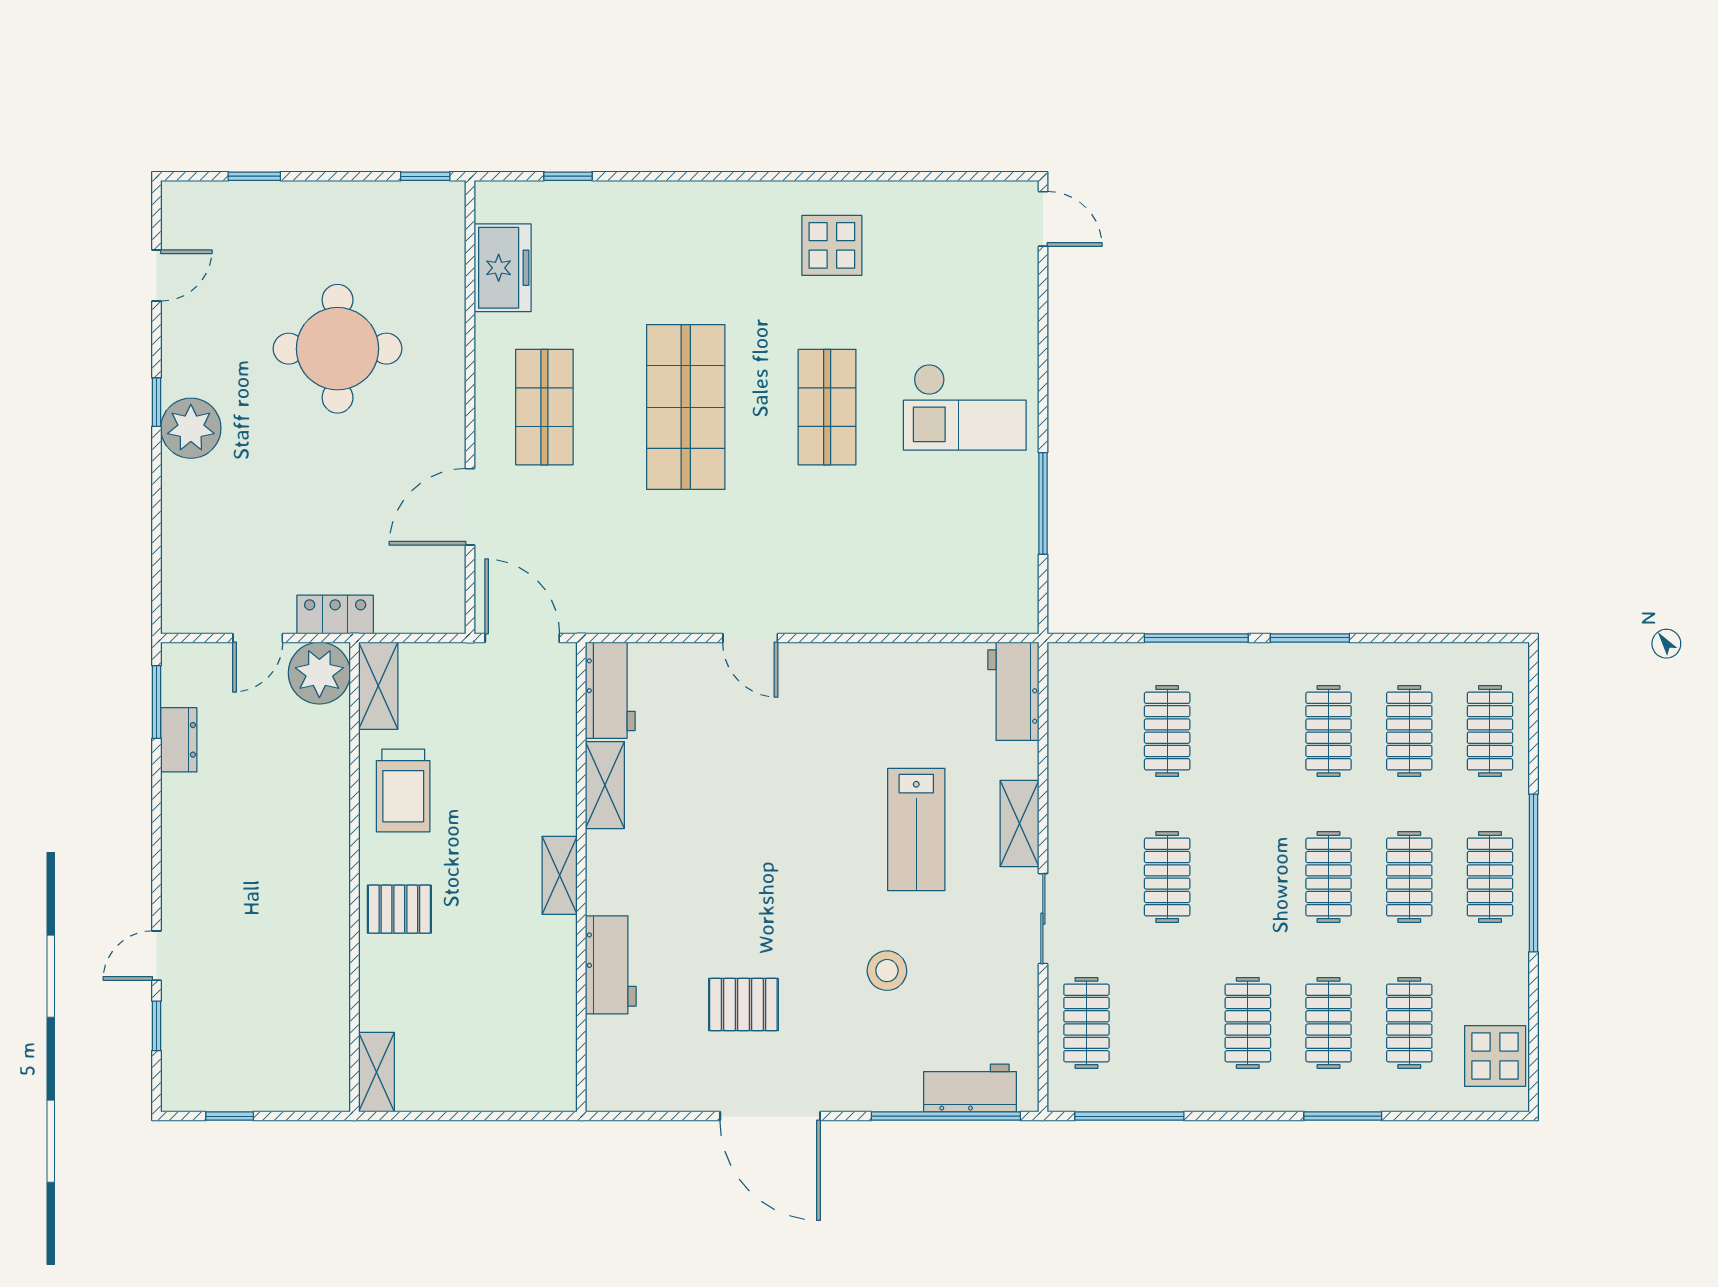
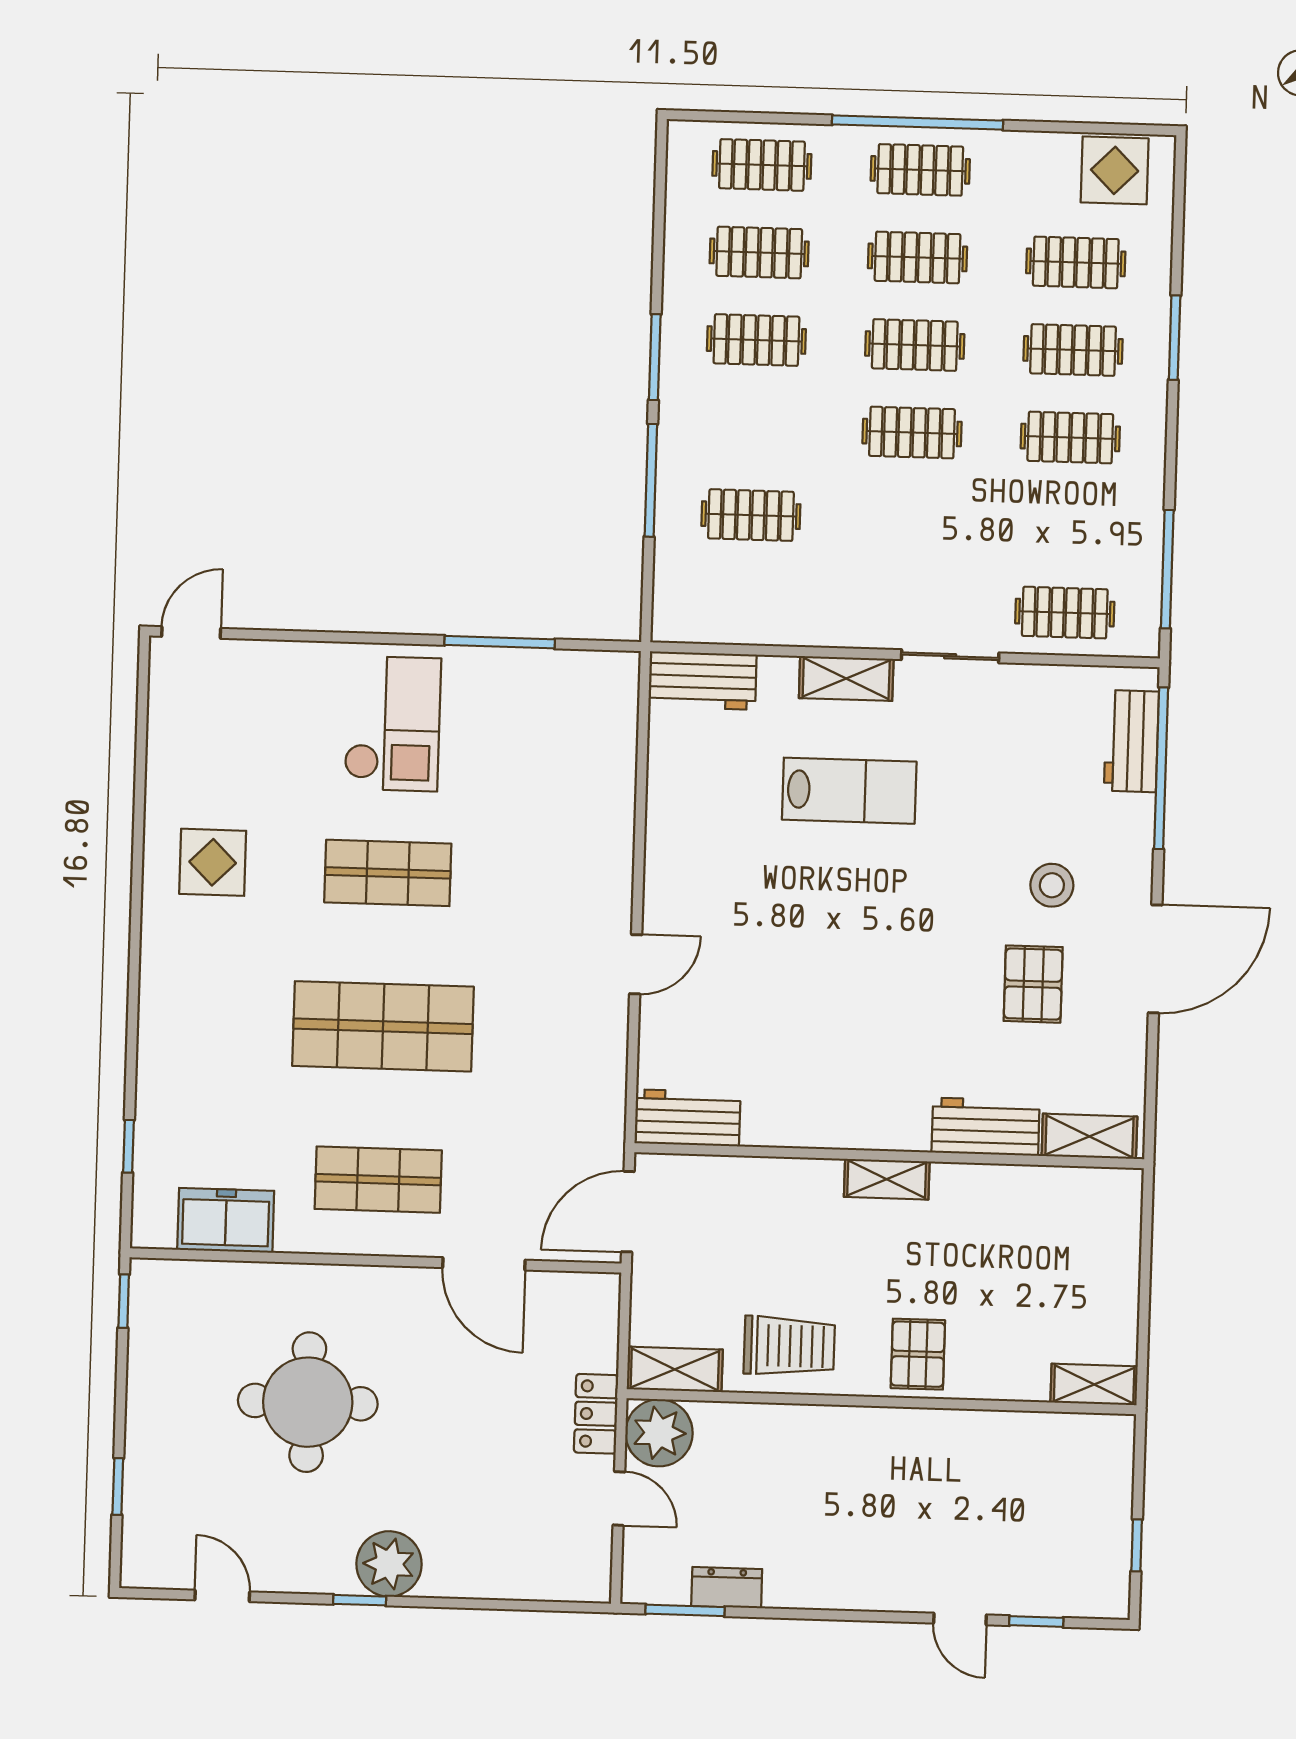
shelving: (605, 785) -> (1089, 1136), moved
clothes rail: (1167, 877) -> (912, 433), moved
stool: (887, 971) -> (1052, 885), moved

